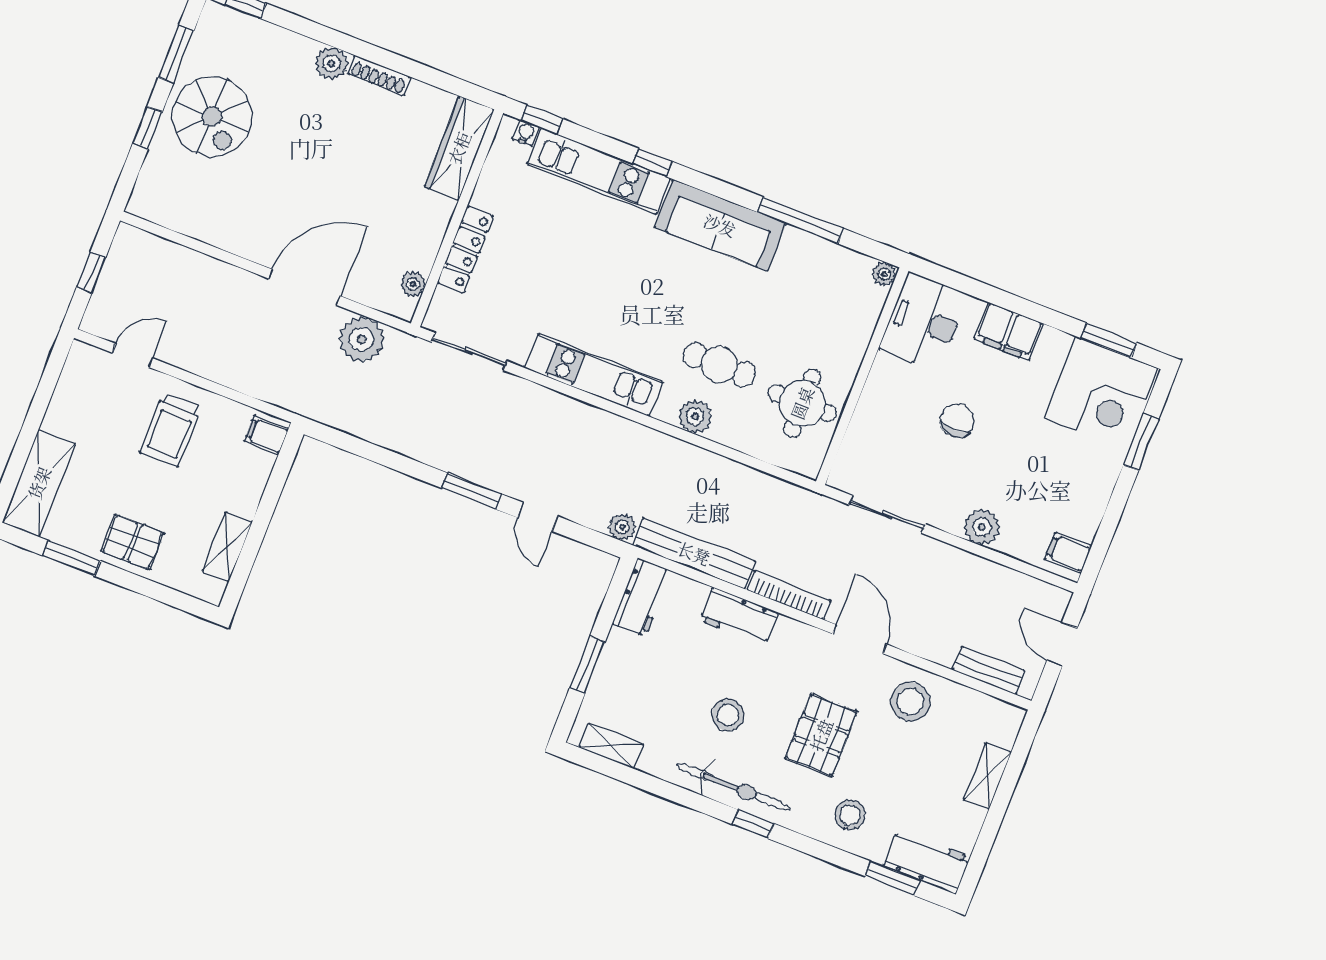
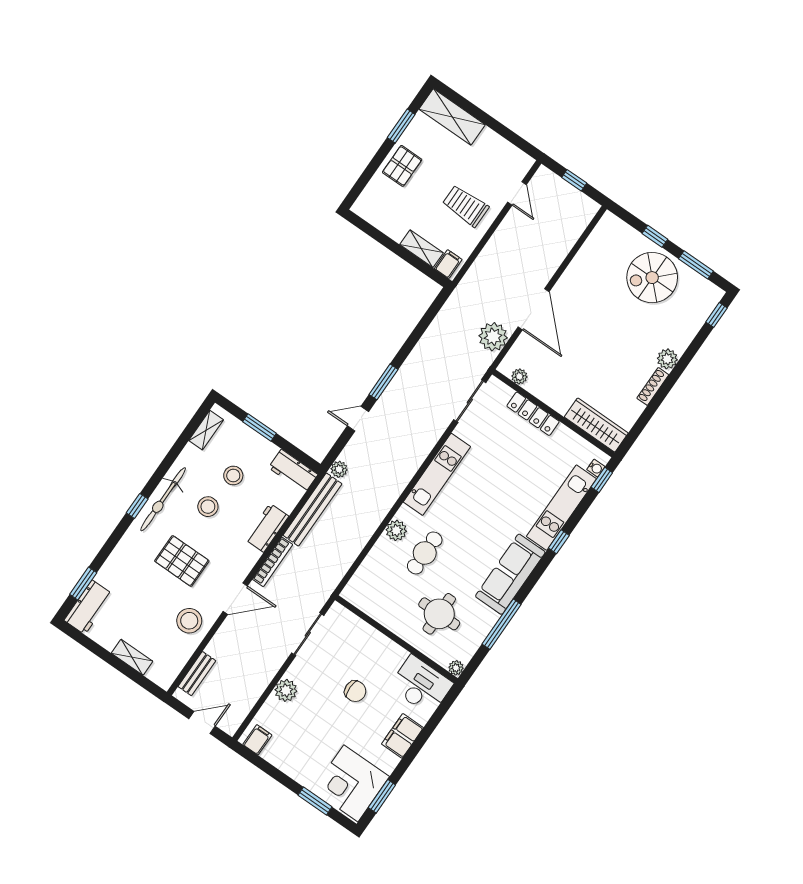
round table: (802, 403) -> (439, 614), moved
shelving: (227, 547) -> (421, 249), moved
stool: (850, 815) -> (233, 476), moved

